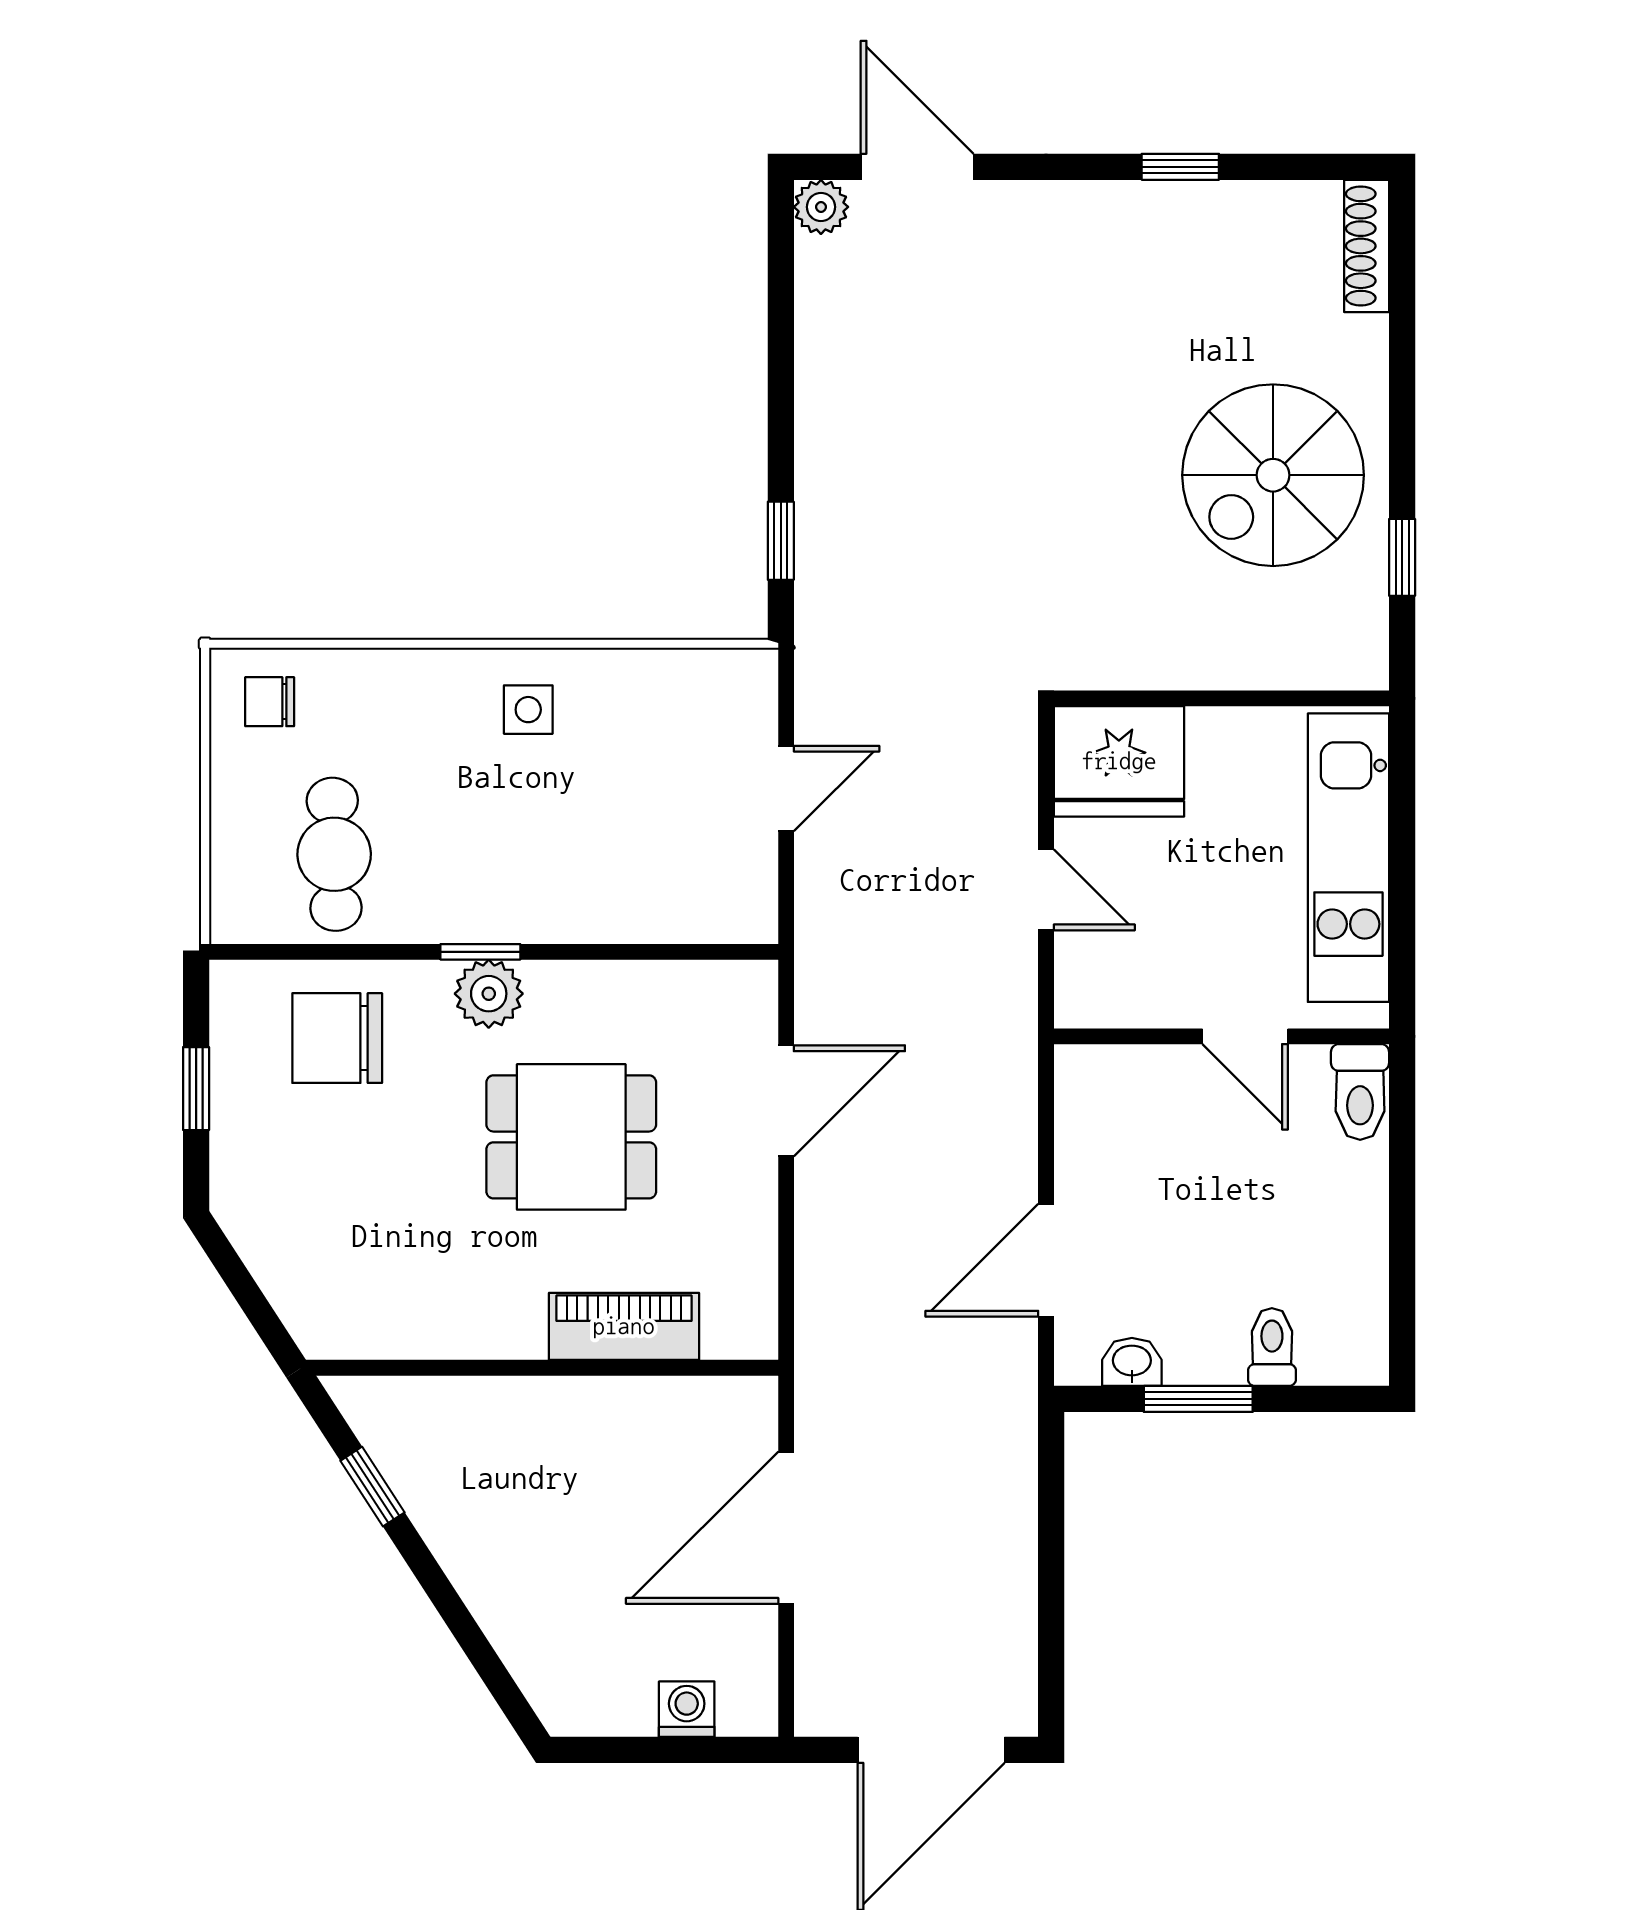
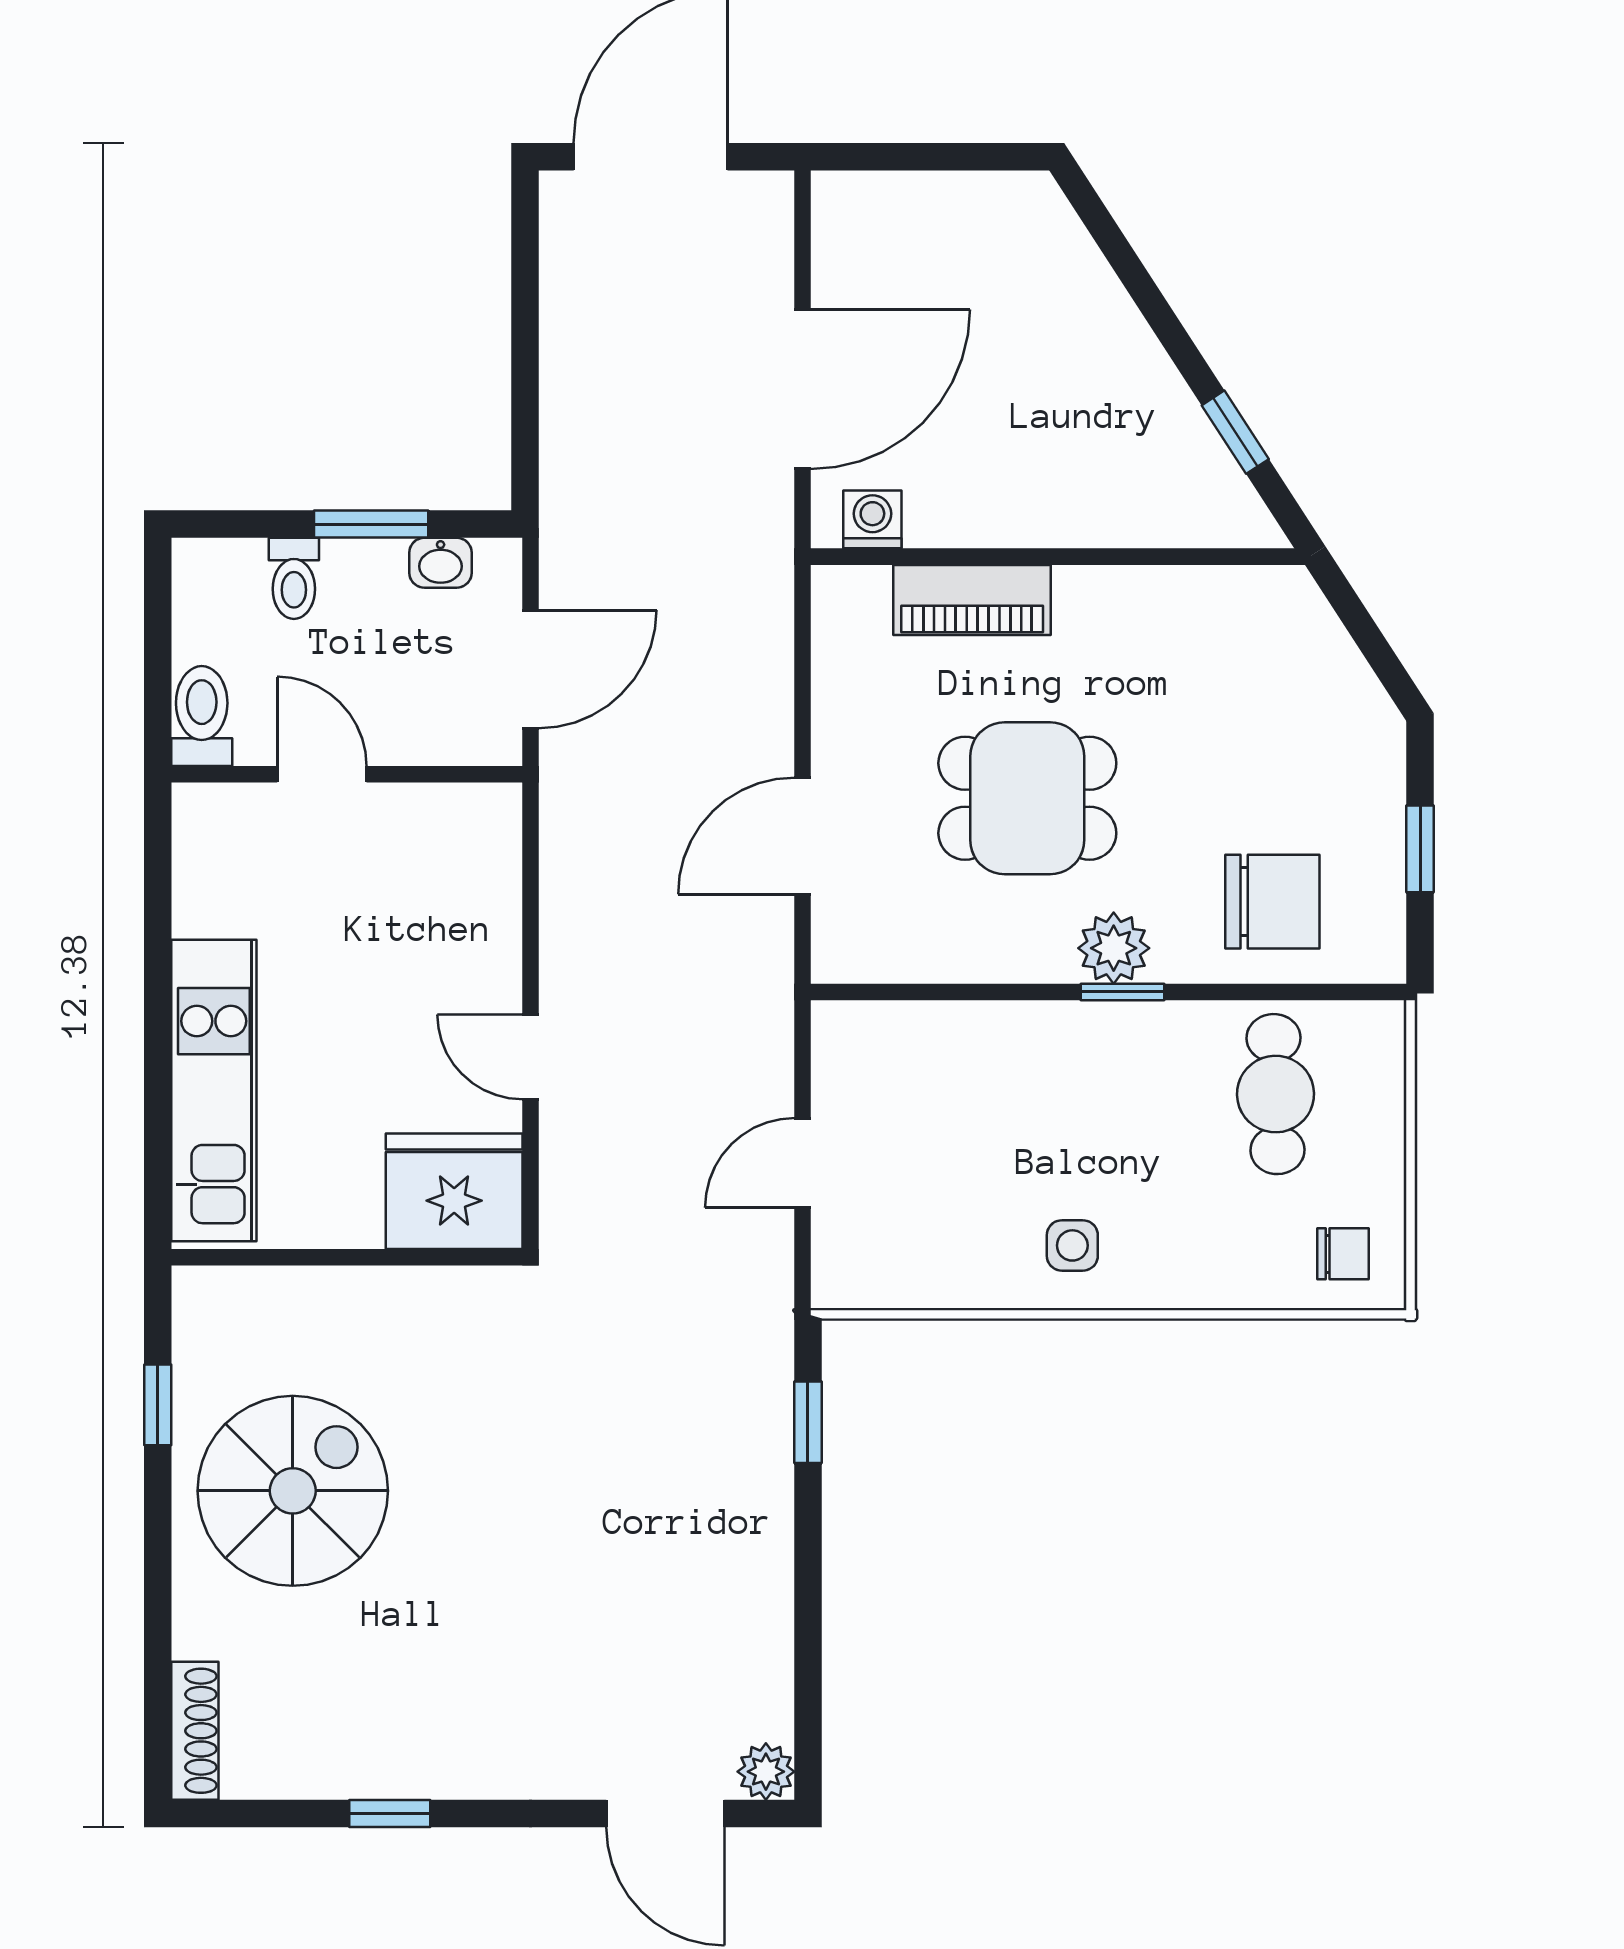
wall: (1221, 1036) -> (347, 774), moved
door: (1245, 1036) -> (322, 774), moved
toilet: (1360, 1092) -> (202, 716), moved
washing machine: (687, 1709) -> (872, 519), moved, turned 180

